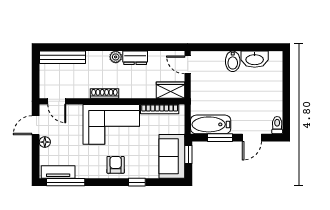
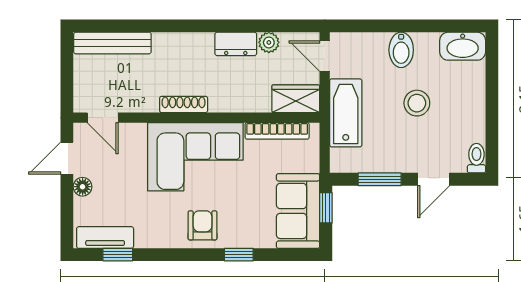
plant: (116, 57) -> (269, 42), moved
washbasin: (255, 59) -> (463, 46), moved
stool: (242, 93) -> (417, 103), added
bathtub: (211, 124) -> (346, 113), moved, turned 90
window: (66, 182) -> (118, 255), width x0.46

